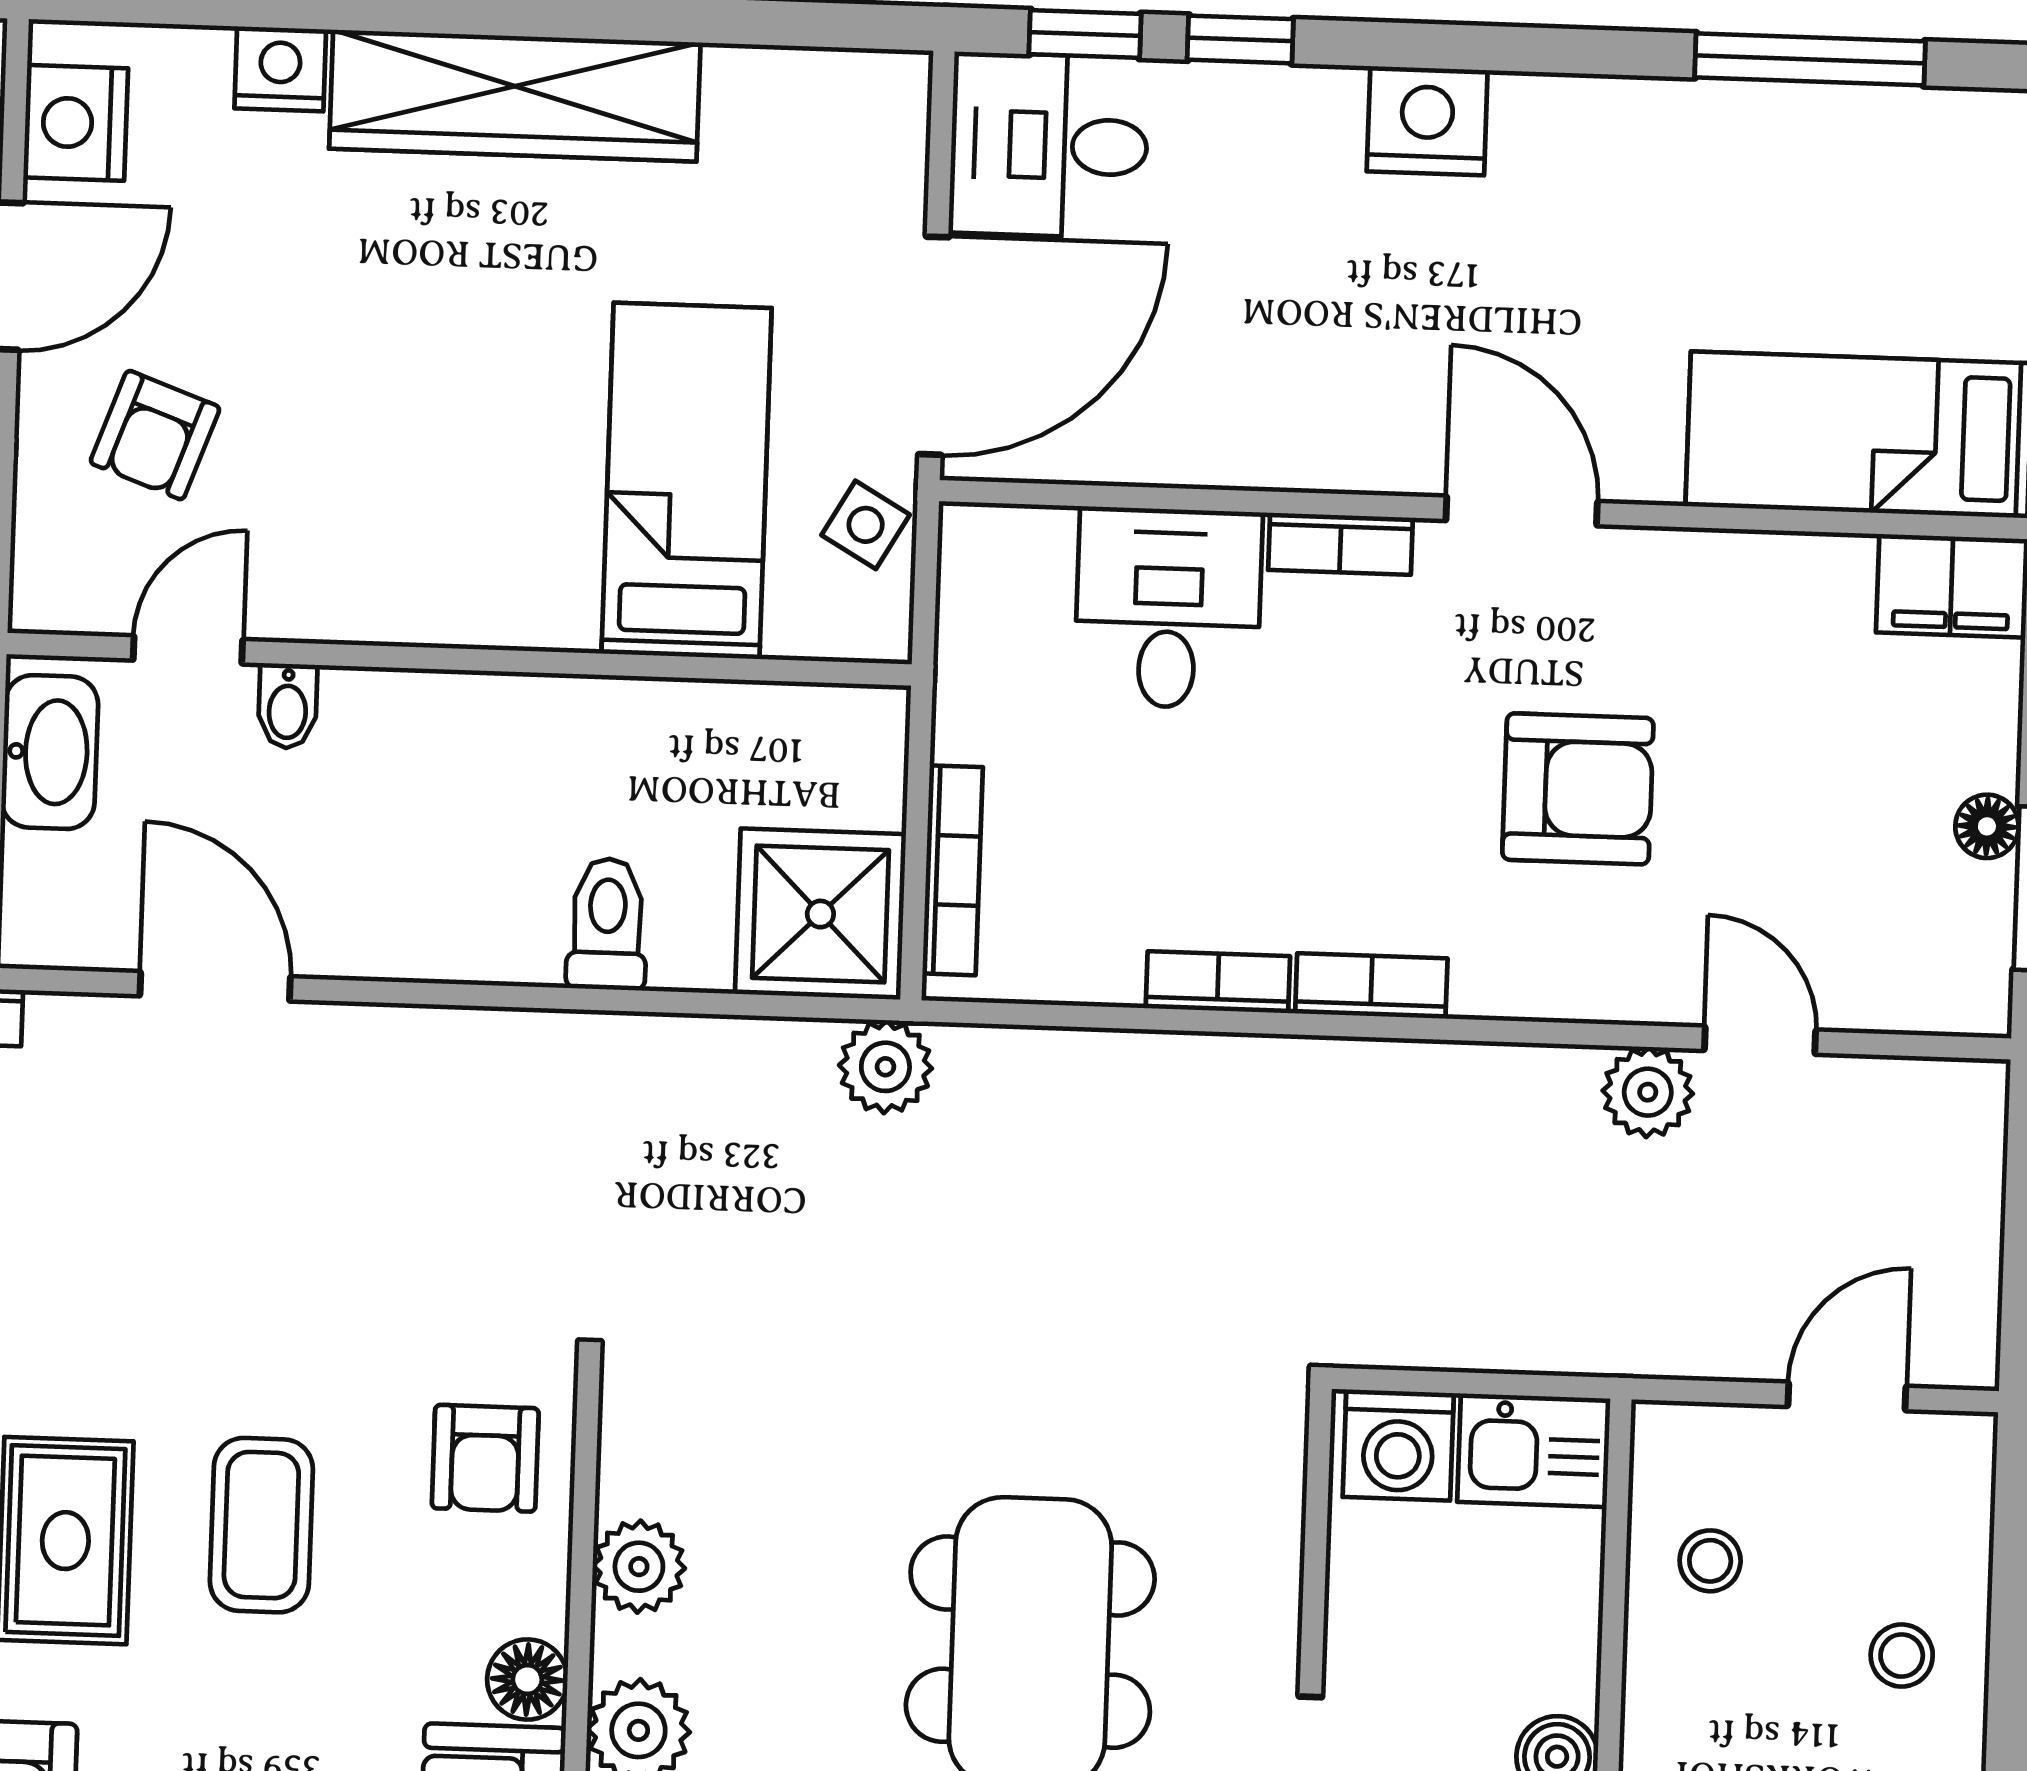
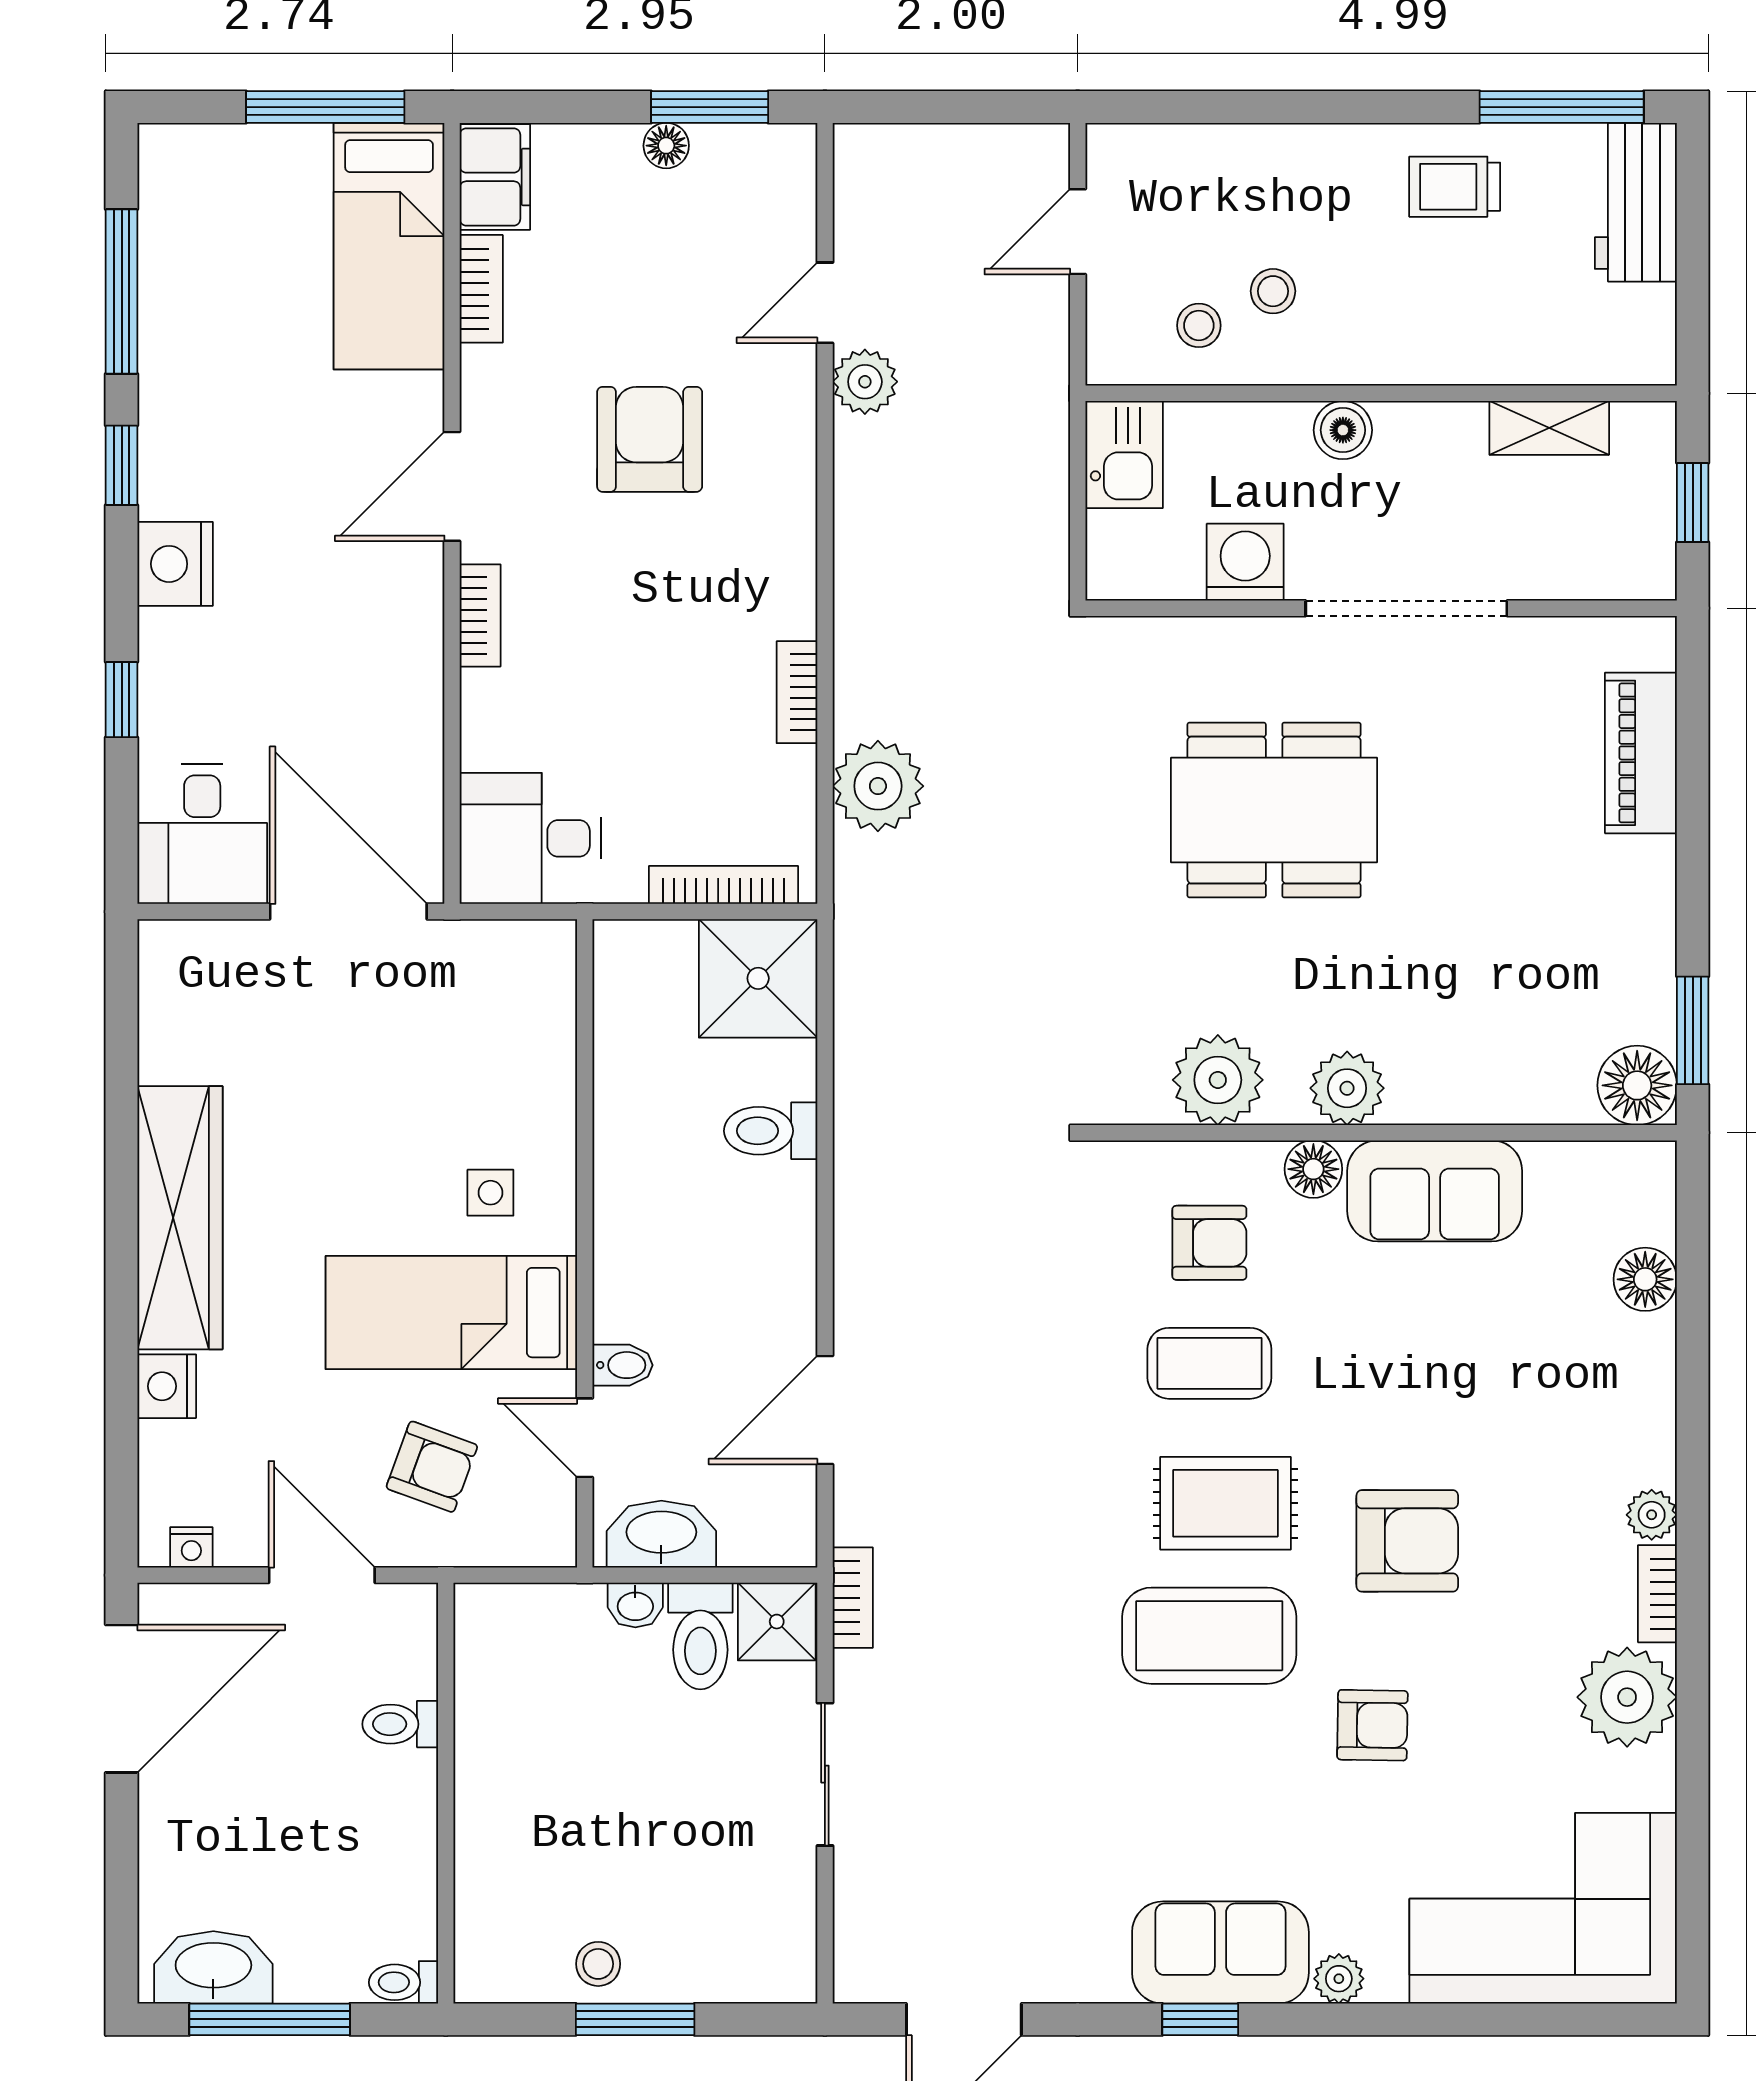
window: (1085, 34) -> (122, 465), moved
nightstand: (76, 123) -> (191, 1547), width x0.53, depth x0.56
bed: (687, 481) -> (451, 1313), moved
side table: (866, 525) -> (490, 1193), moved, turned -30
desk: (1168, 608) -> (530, 838), moved
bookcase: (1371, 986) -> (481, 289), moved, turned 180
plant: (885, 1067) -> (878, 786), moved, width x1.36, depth x1.36
door: (1847, 1396) -> (1078, 232), hinge flipped
washing machine: (1398, 1445) -> (1245, 562), moved, turned -90
armchair: (485, 1458) -> (1209, 1243), moved
plant: (639, 1567) -> (1218, 1080), width x1.36, depth x1.36
stool: (1902, 1656) -> (1273, 291), moved

